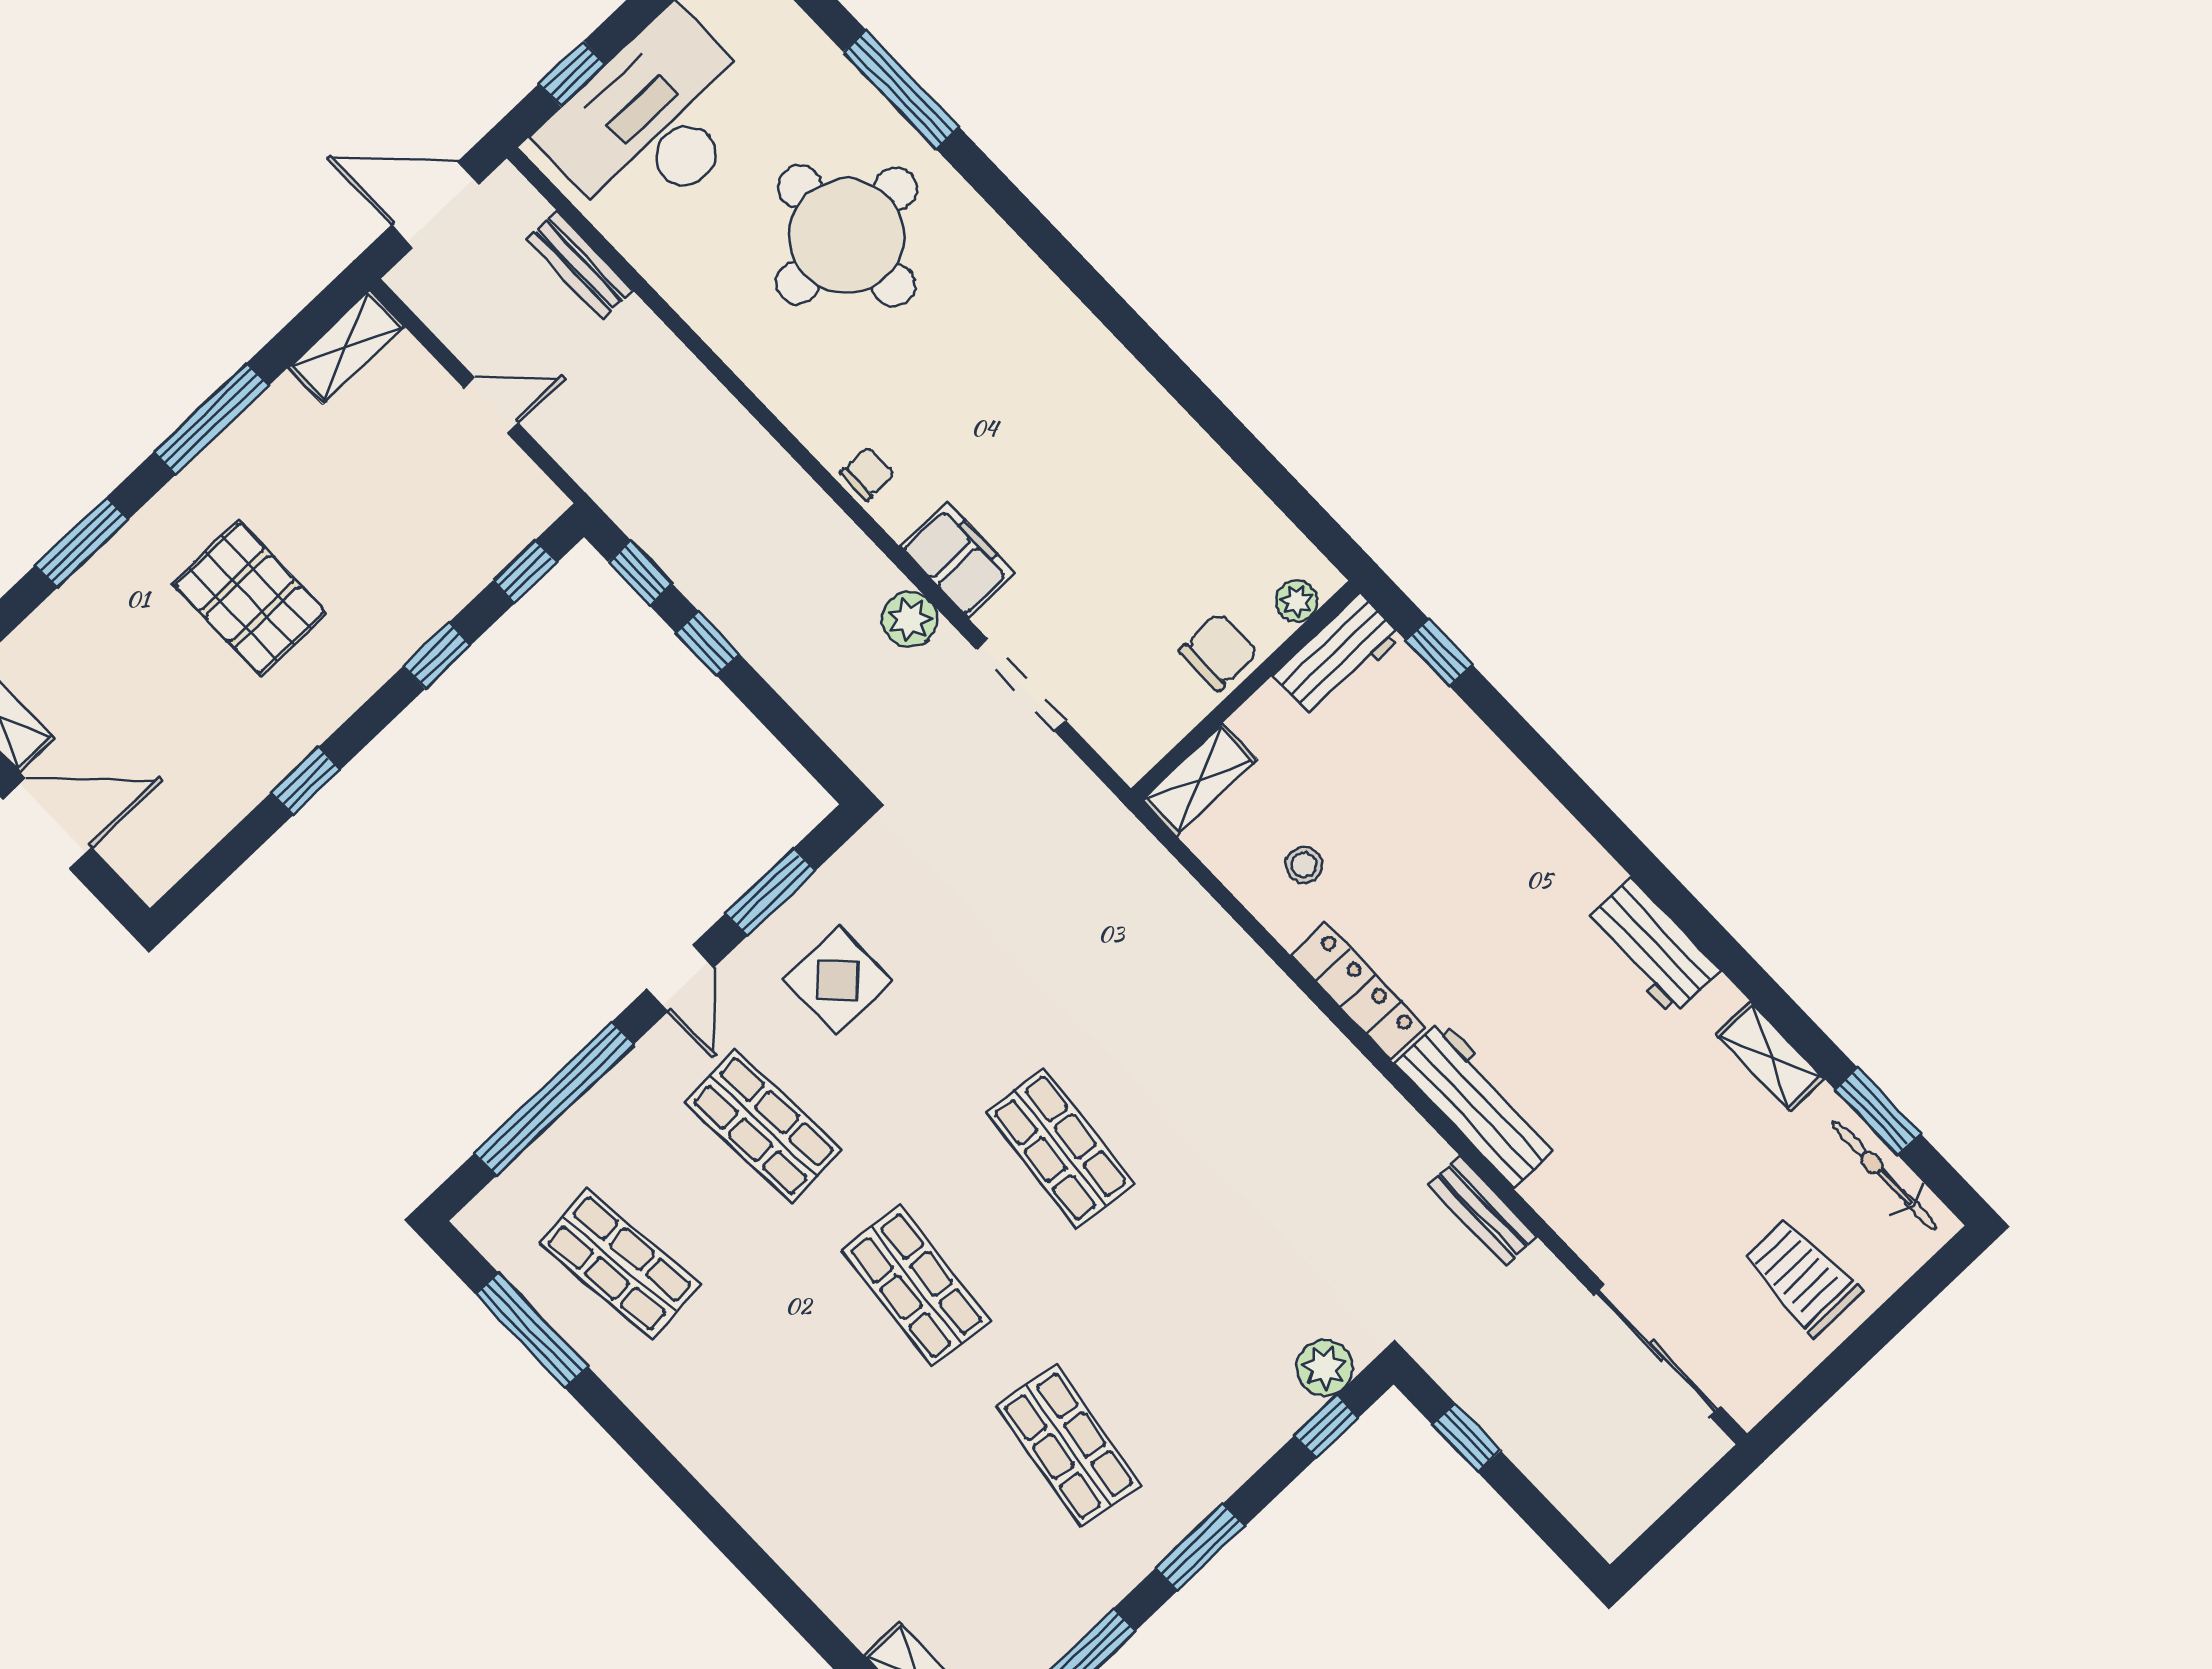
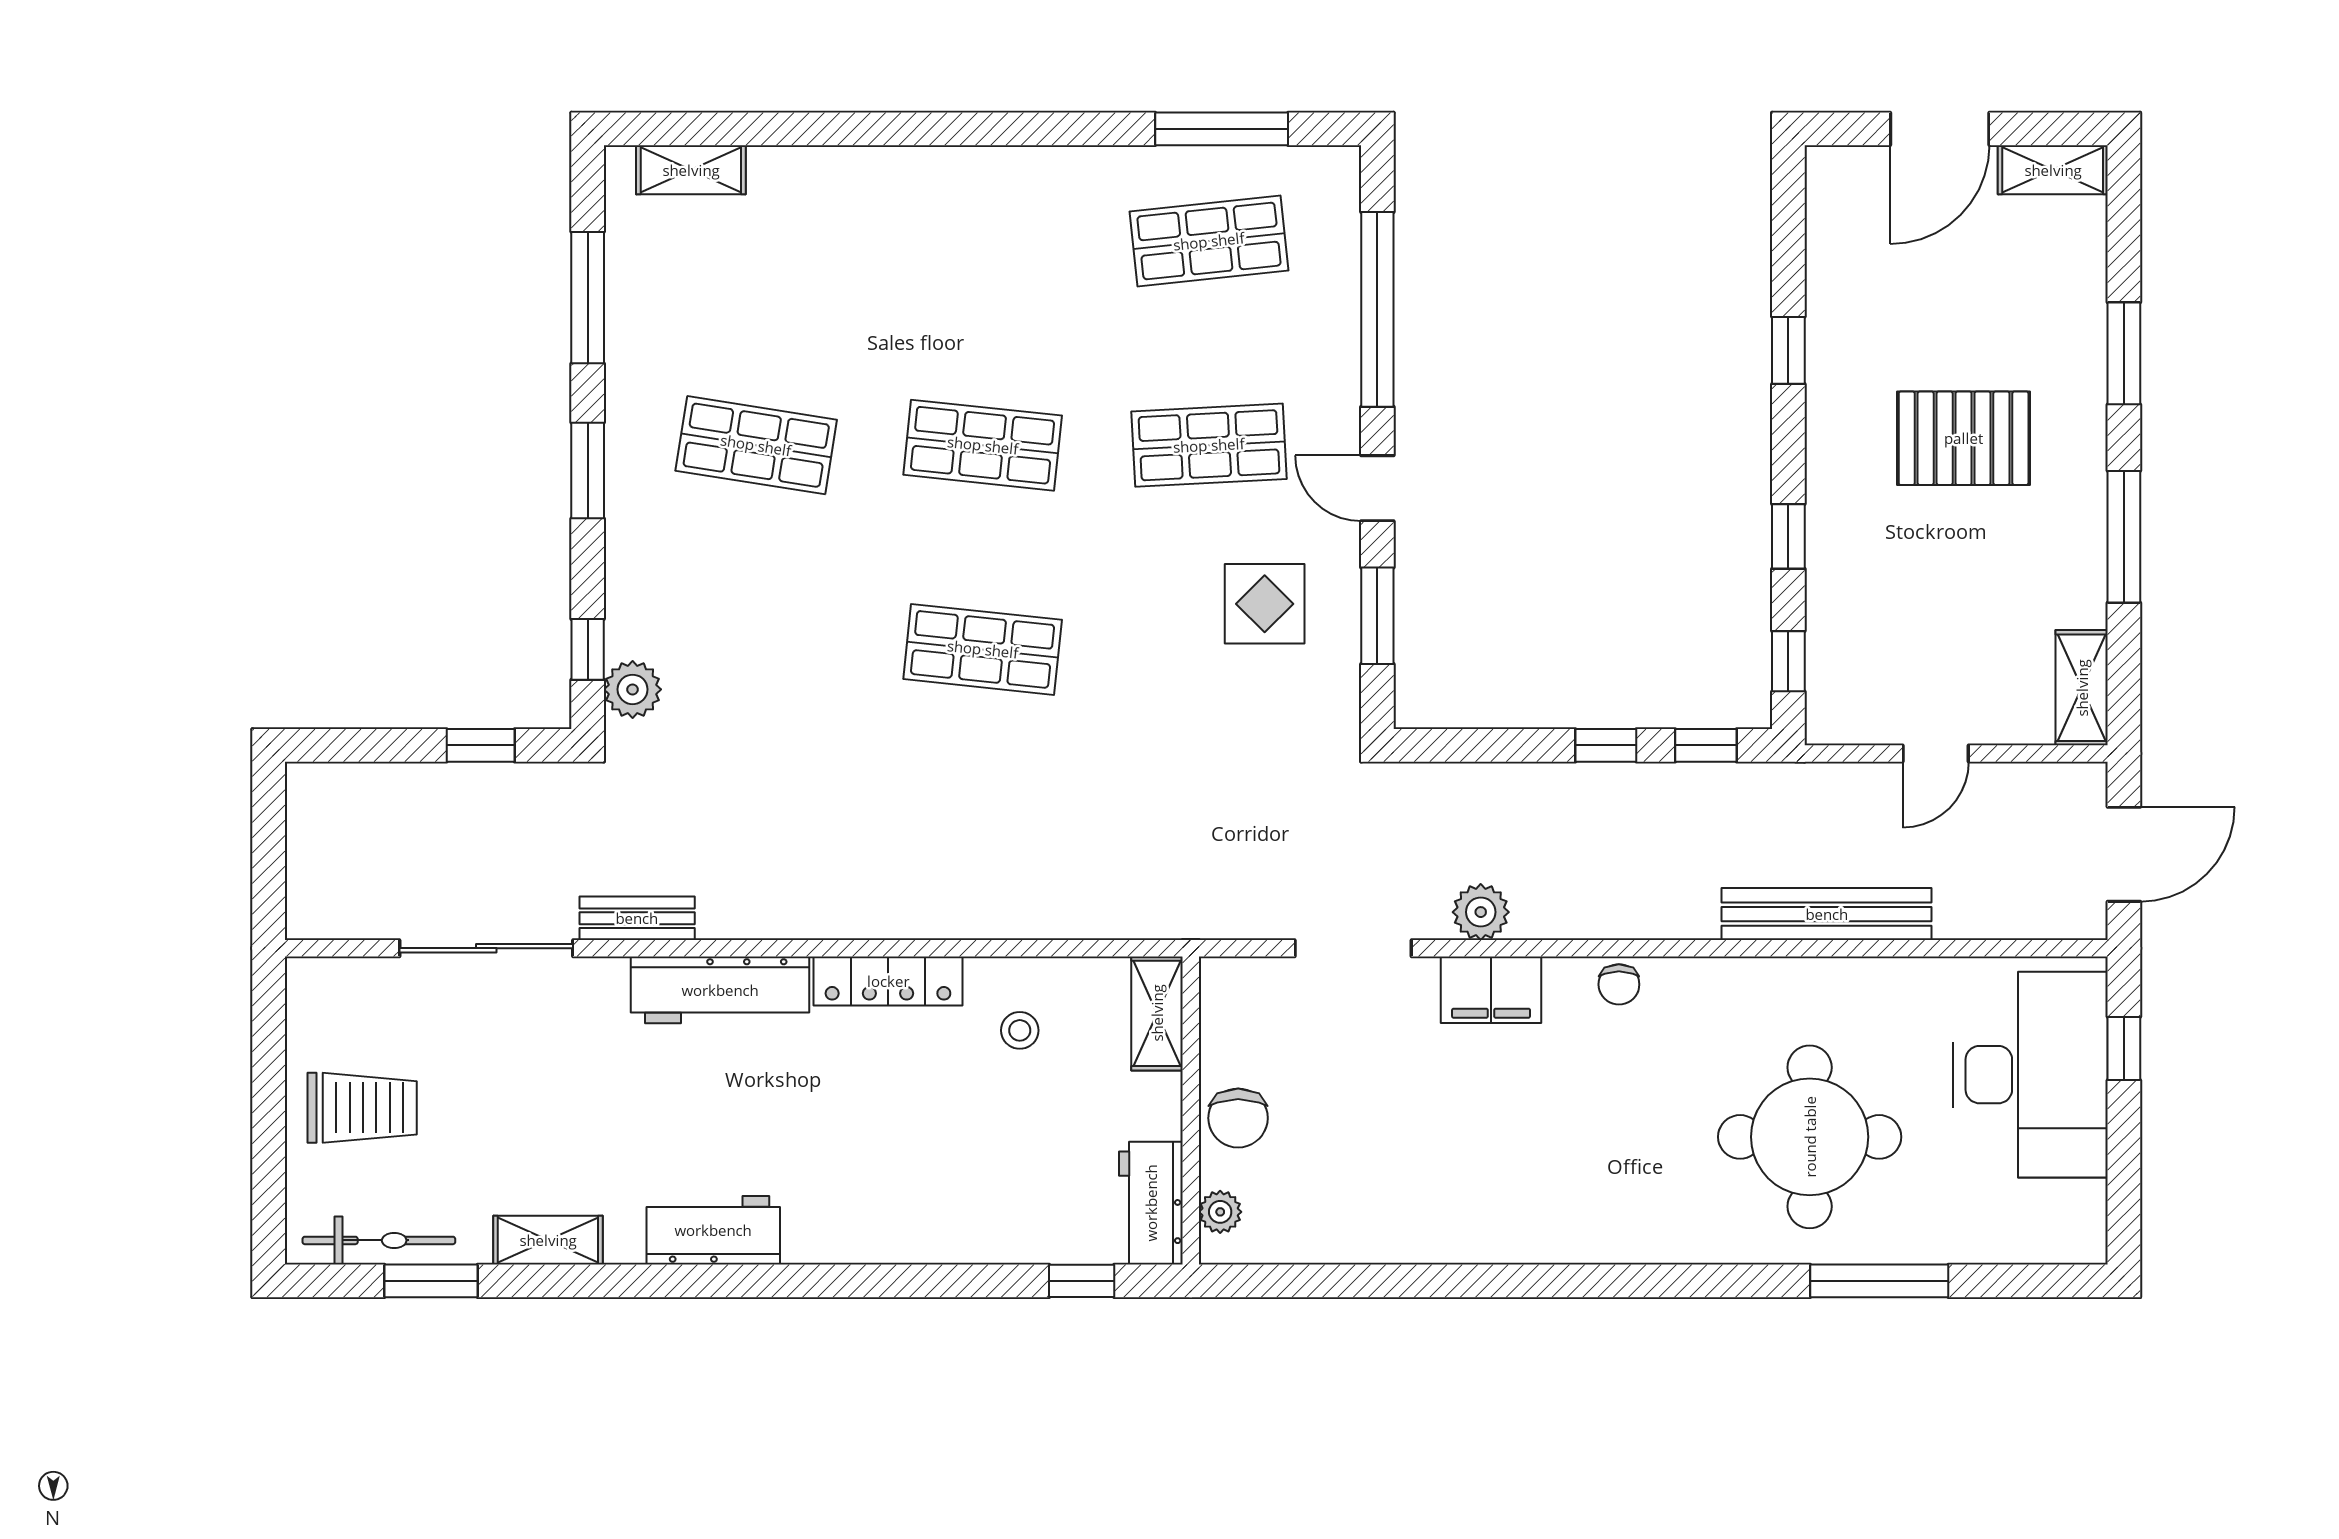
bench: (580, 265) -> (1827, 914), moved, width x1.86, depth x1.21
sliding door: (1657, 1350) -> (486, 948), moved

